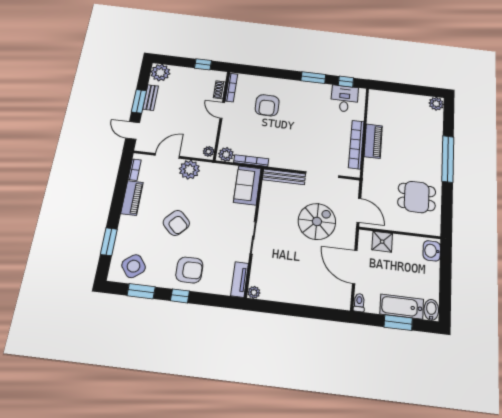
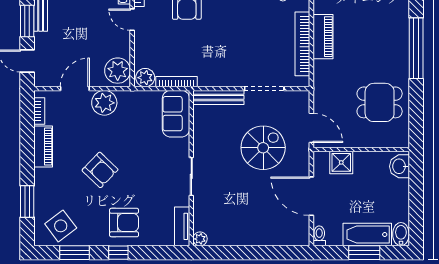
plant: (209, 152) -> (118, 71), width x1.87, depth x1.87

